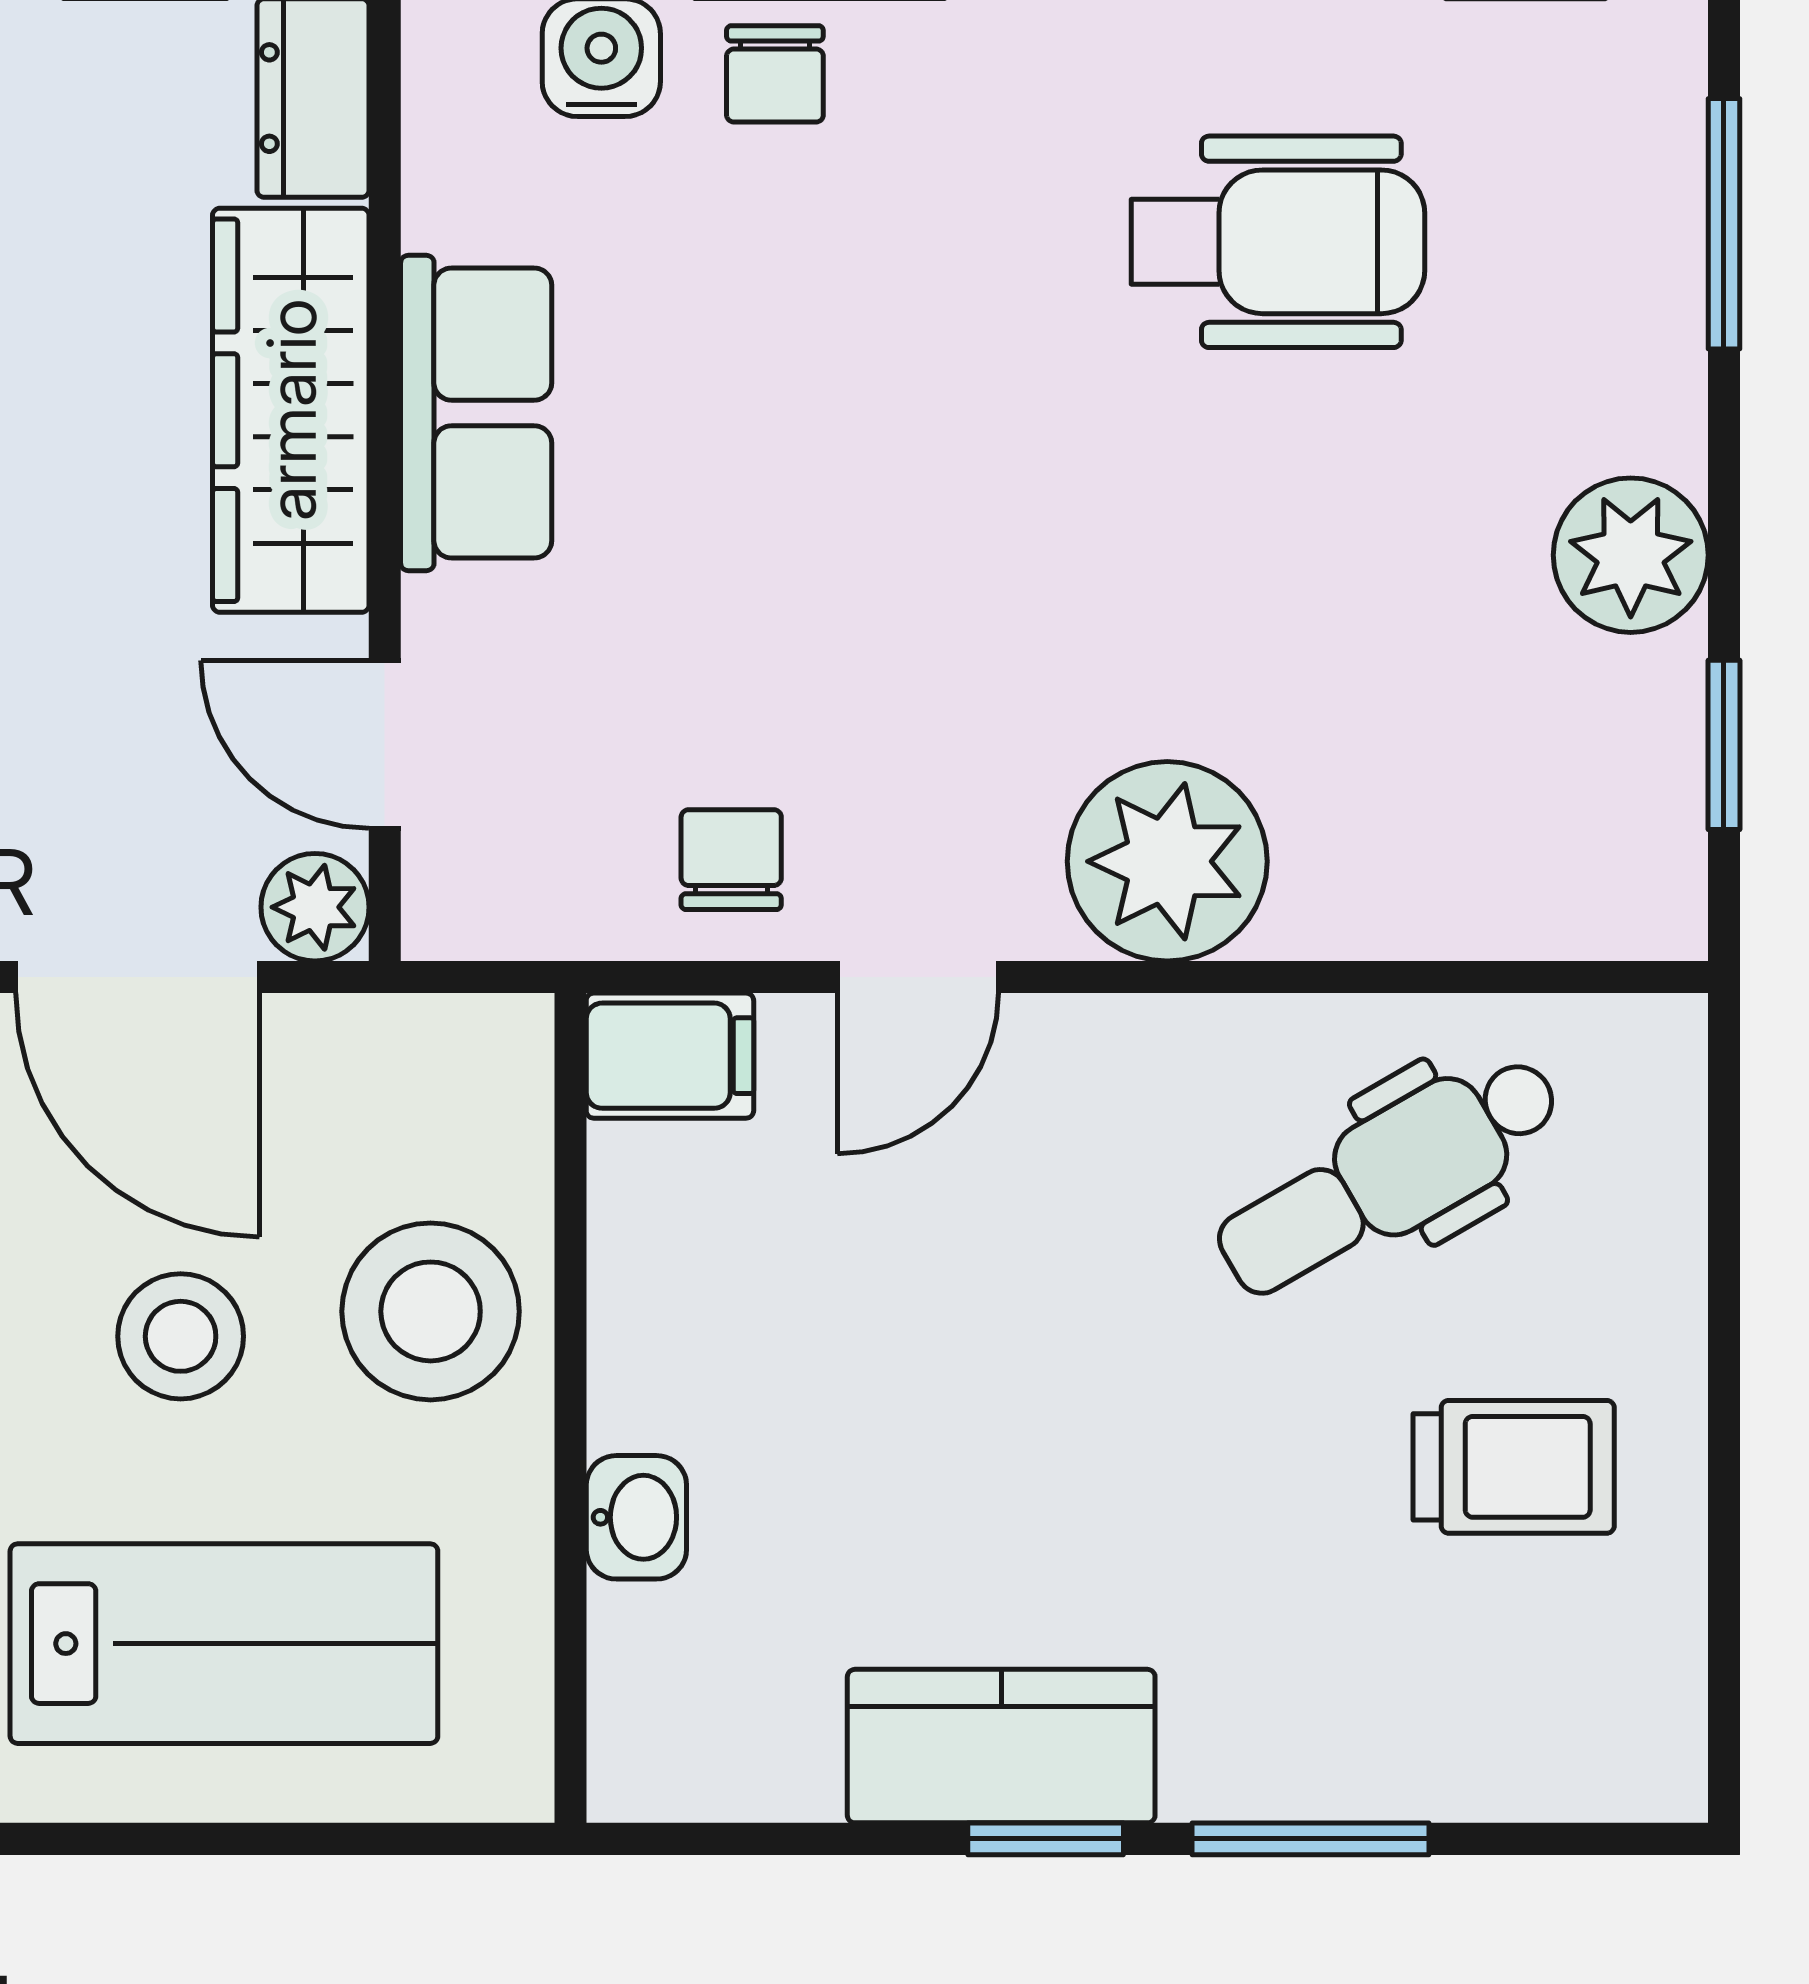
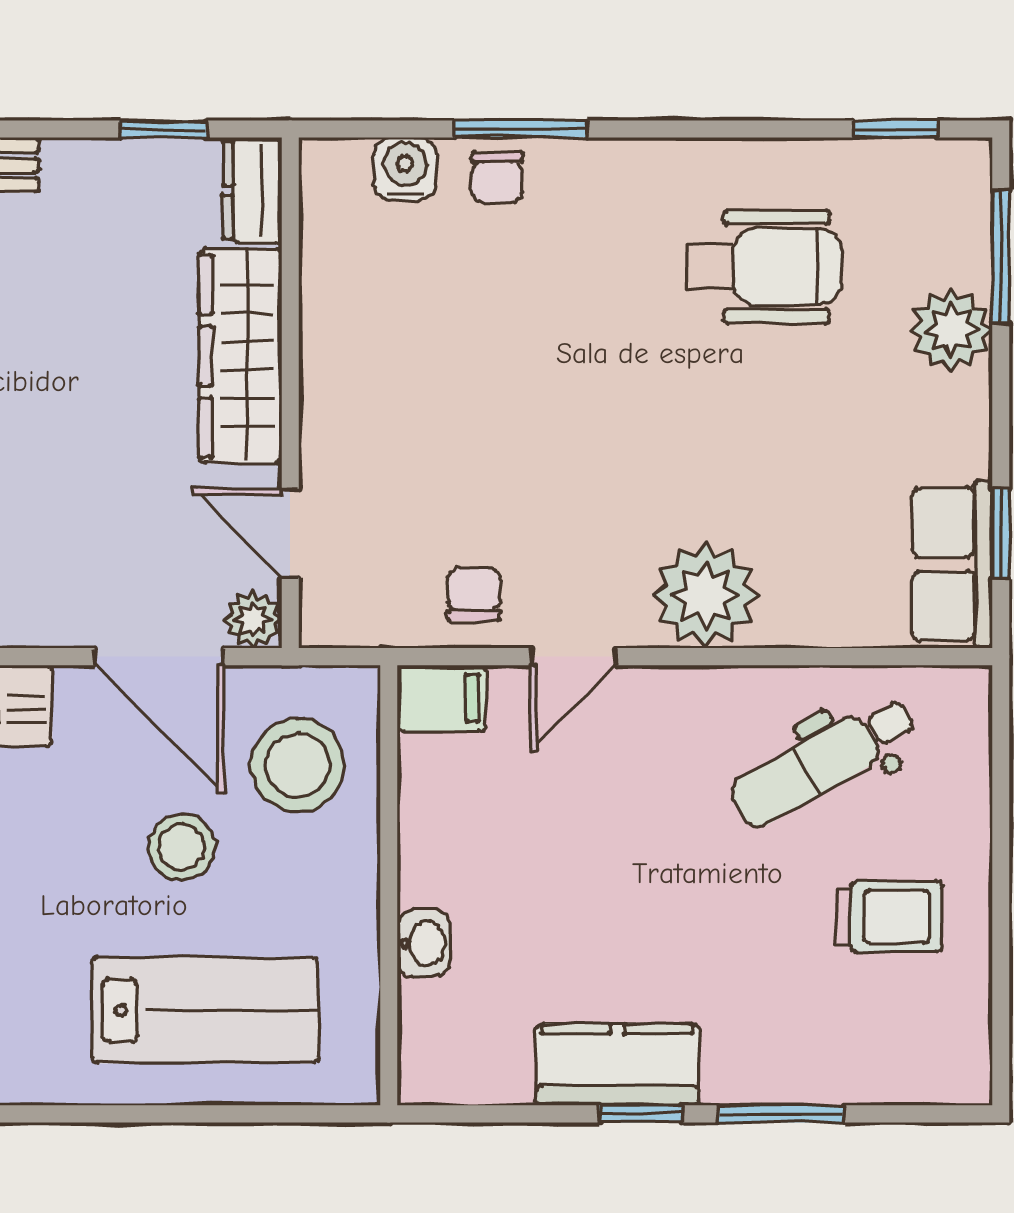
row of seats: (476, 413) -> (952, 564), moved, turned 180
plant: (1631, 555) -> (951, 330), moved
stool: (431, 1311) -> (298, 765), moved

